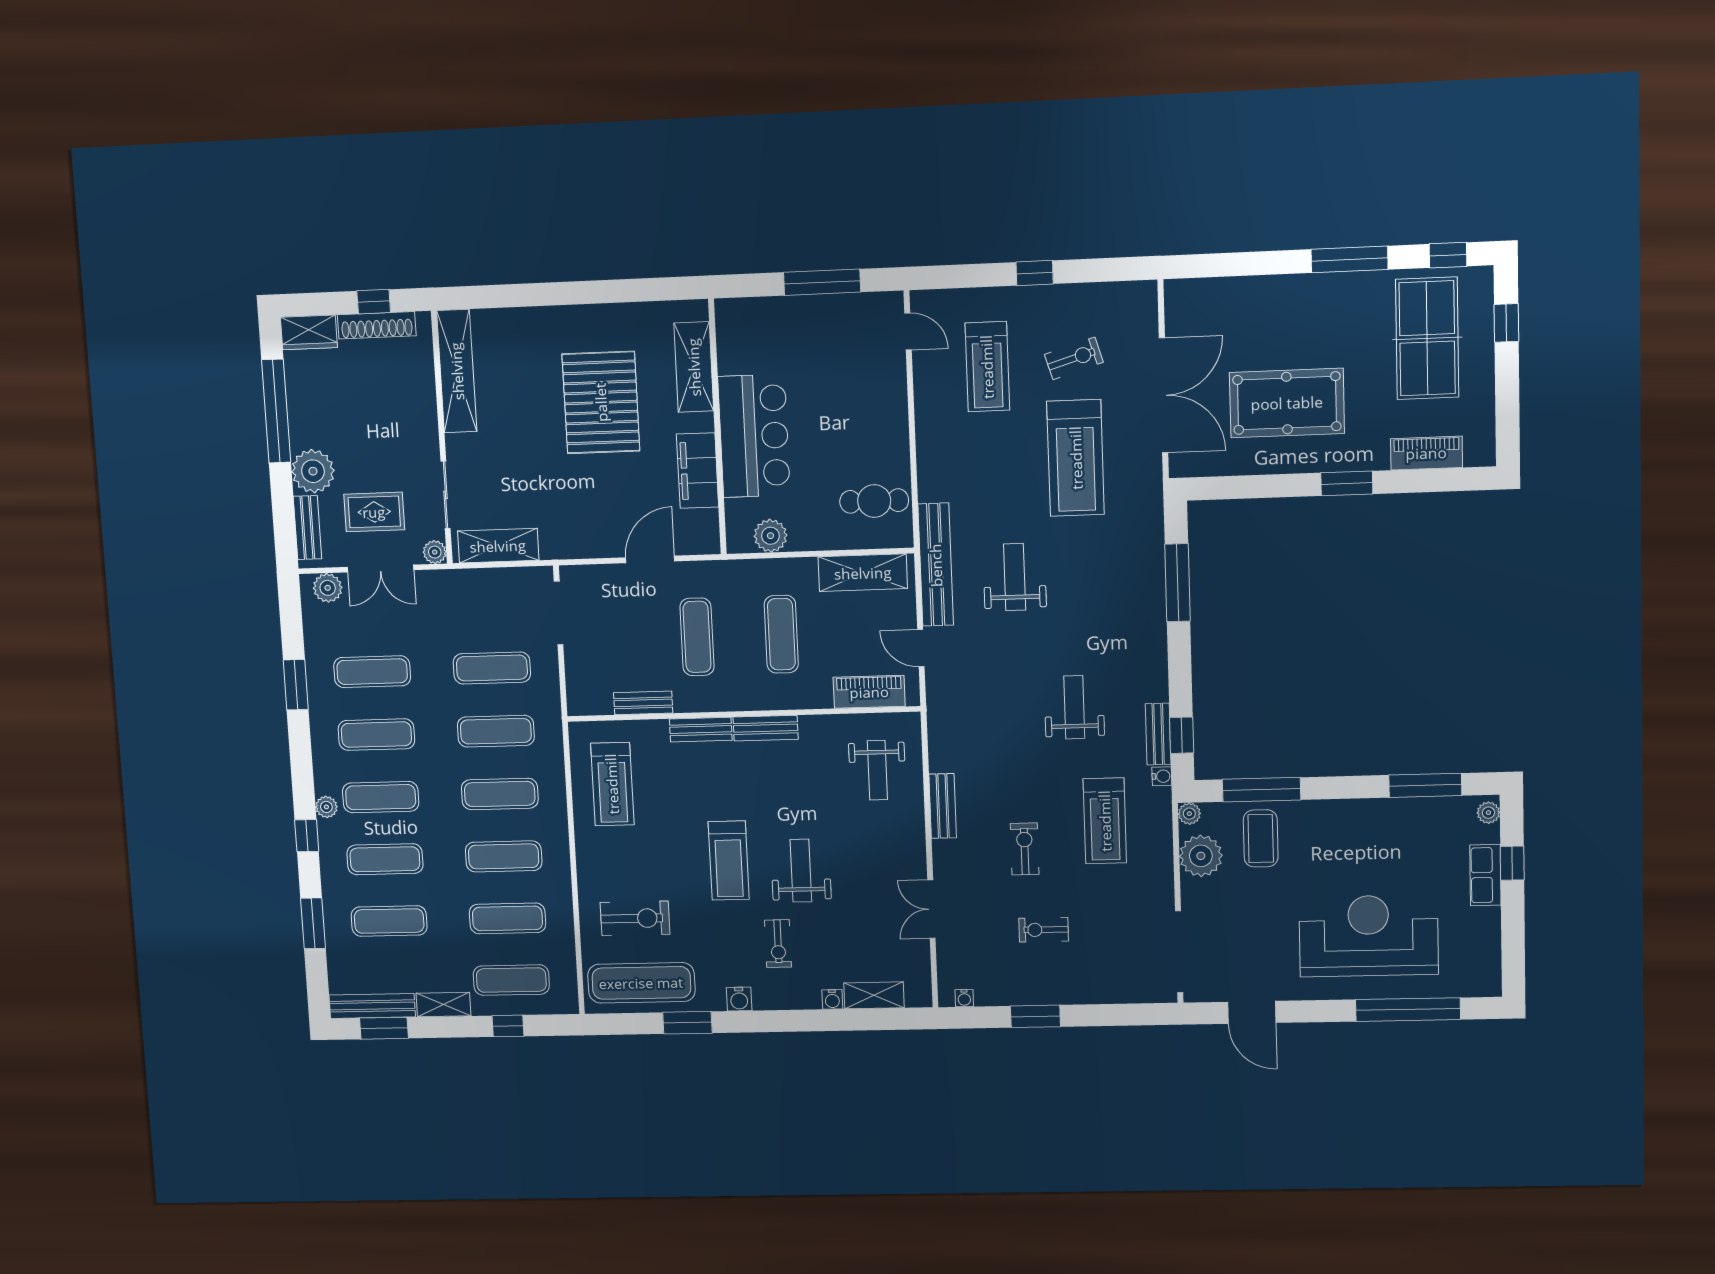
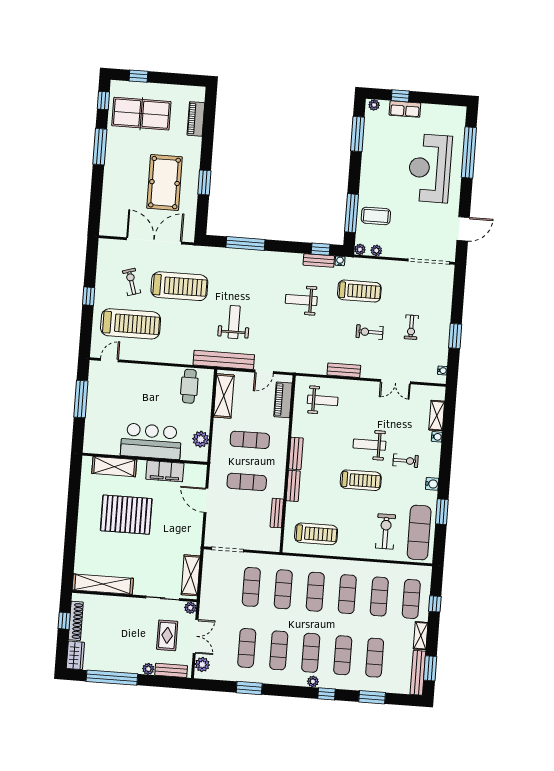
treadmill: (987, 367) -> (131, 324), width x1.37, depth x1.37
plant: (313, 471) -> (148, 669), width x0.53, depth x0.53
window: (1347, 483) -> (204, 182), moved
weight bench: (1015, 577) -> (234, 322), turned 90
plant: (1201, 856) -> (376, 250), width x0.53, depth x0.53

